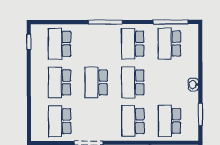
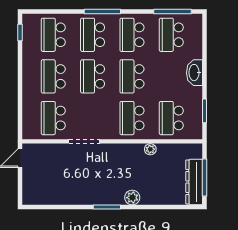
school desk: (96, 44) -> (93, 35), added
washbasin: (193, 84) -> (194, 73), width x1.91, depth x1.45

